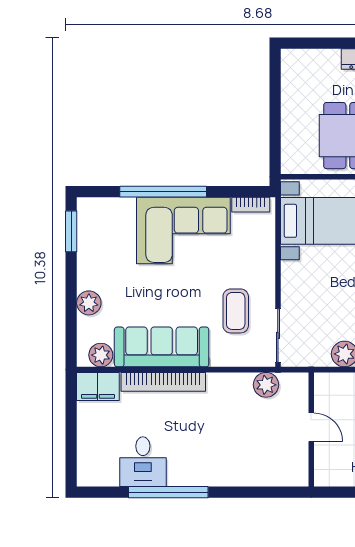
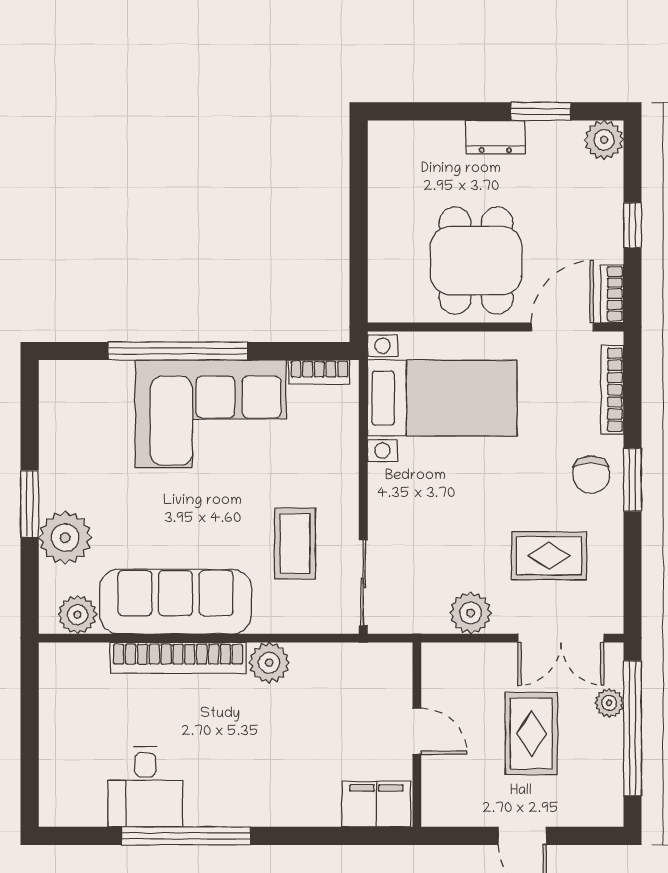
window: (71, 231) -> (30, 504), moved
plant: (89, 303) -> (65, 538), width x1.36, depth x1.36
plant: (266, 385) -> (269, 663), moved
filing cabinet: (98, 386) -> (376, 804), moved, turned 180

